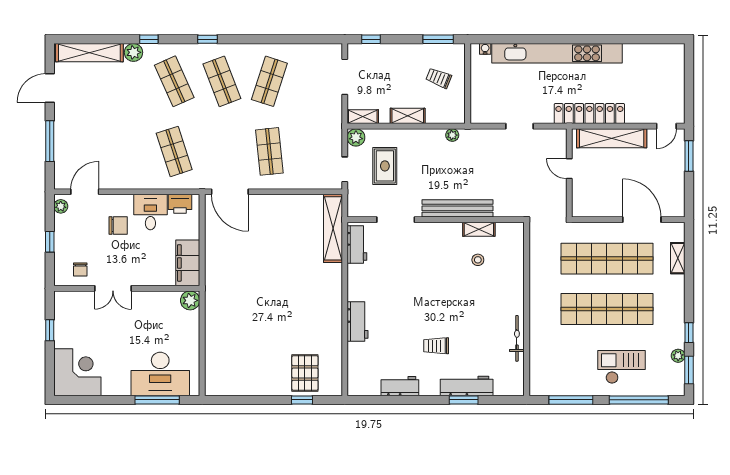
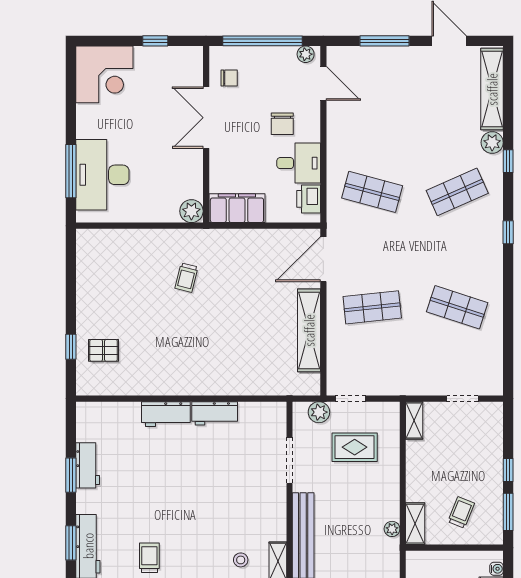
window: (371, 39) -> (508, 470), moved
doorway: (345, 77) -> (462, 399), width x0.73
shop shelf: (222, 81) -> (457, 250), removed
shelving: (408, 116) -> (415, 524), moved
plant: (356, 137) -> (319, 412), moved
shop shelf: (174, 151) -> (372, 192), turned 33
shelving: (333, 228) -> (309, 330), moved, turned 90
window: (50, 242) -> (263, 41), width x3.17
workbench: (357, 244) -> (215, 413), moved
chair: (80, 269) -> (229, 78), turned 180
double door: (113, 288) -> (206, 118), width x1.37
trolley: (245, 305) -> (186, 278), added
trolley: (436, 346) -> (149, 558), moved
pallet: (305, 373) -> (104, 350), width x0.67, depth x0.71
window: (408, 400) -> (71, 475), added

